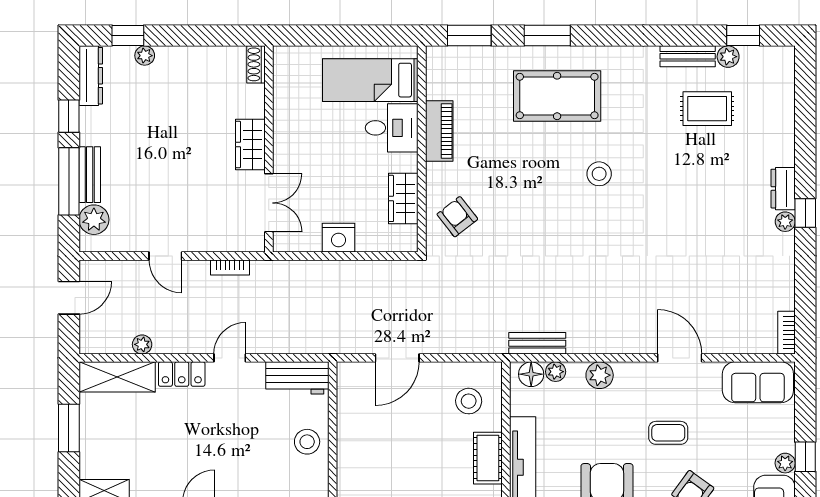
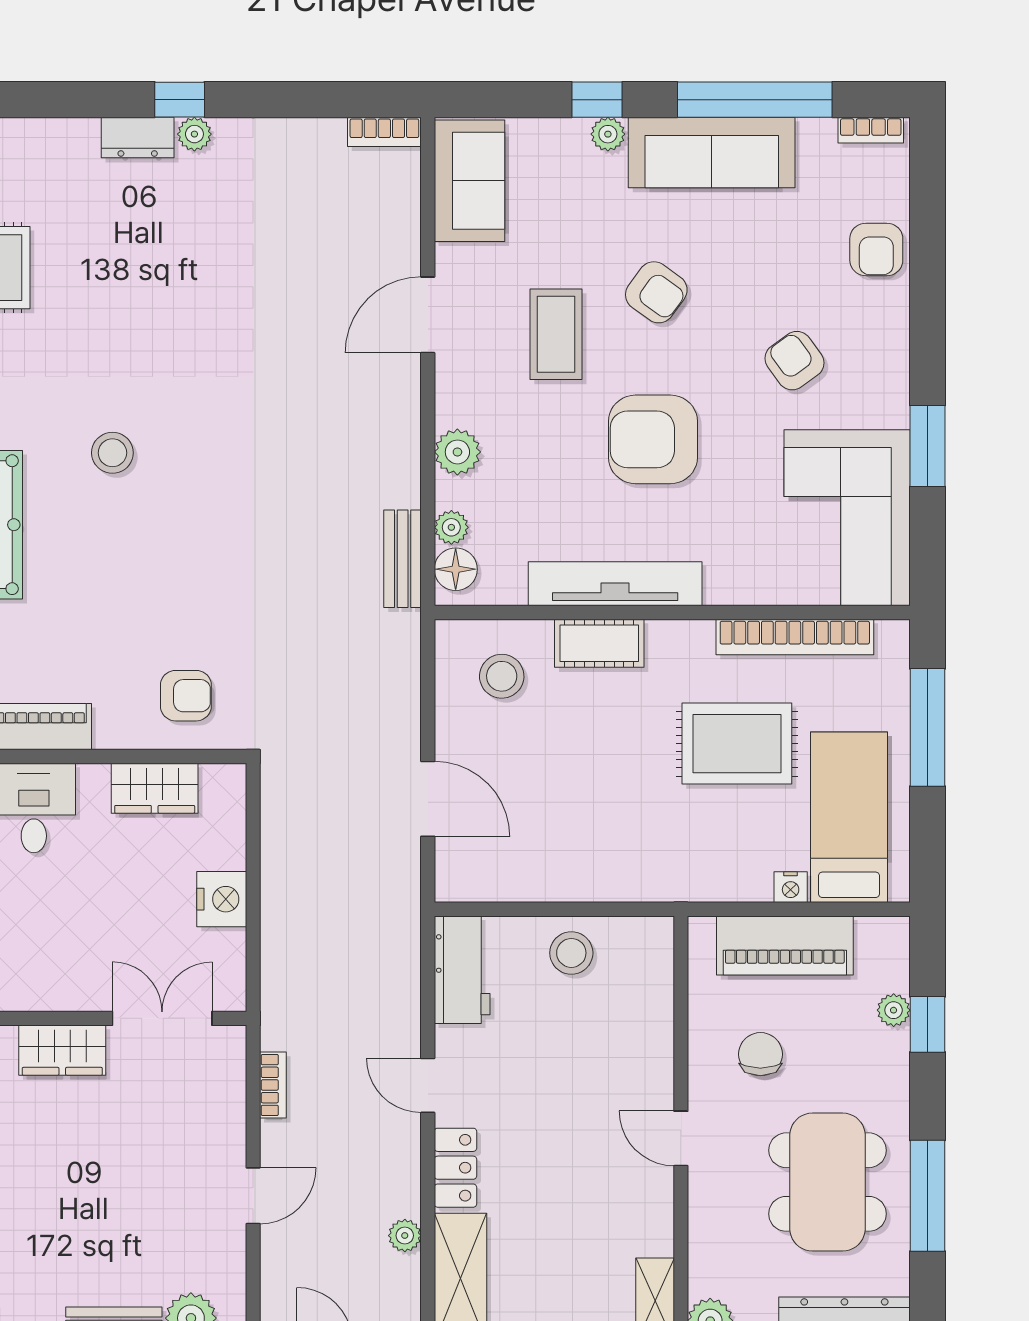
armchair: (457, 217) -> (186, 696), turned -142
coffee table: (668, 433) -> (556, 334), width x1.36, depth x1.30

